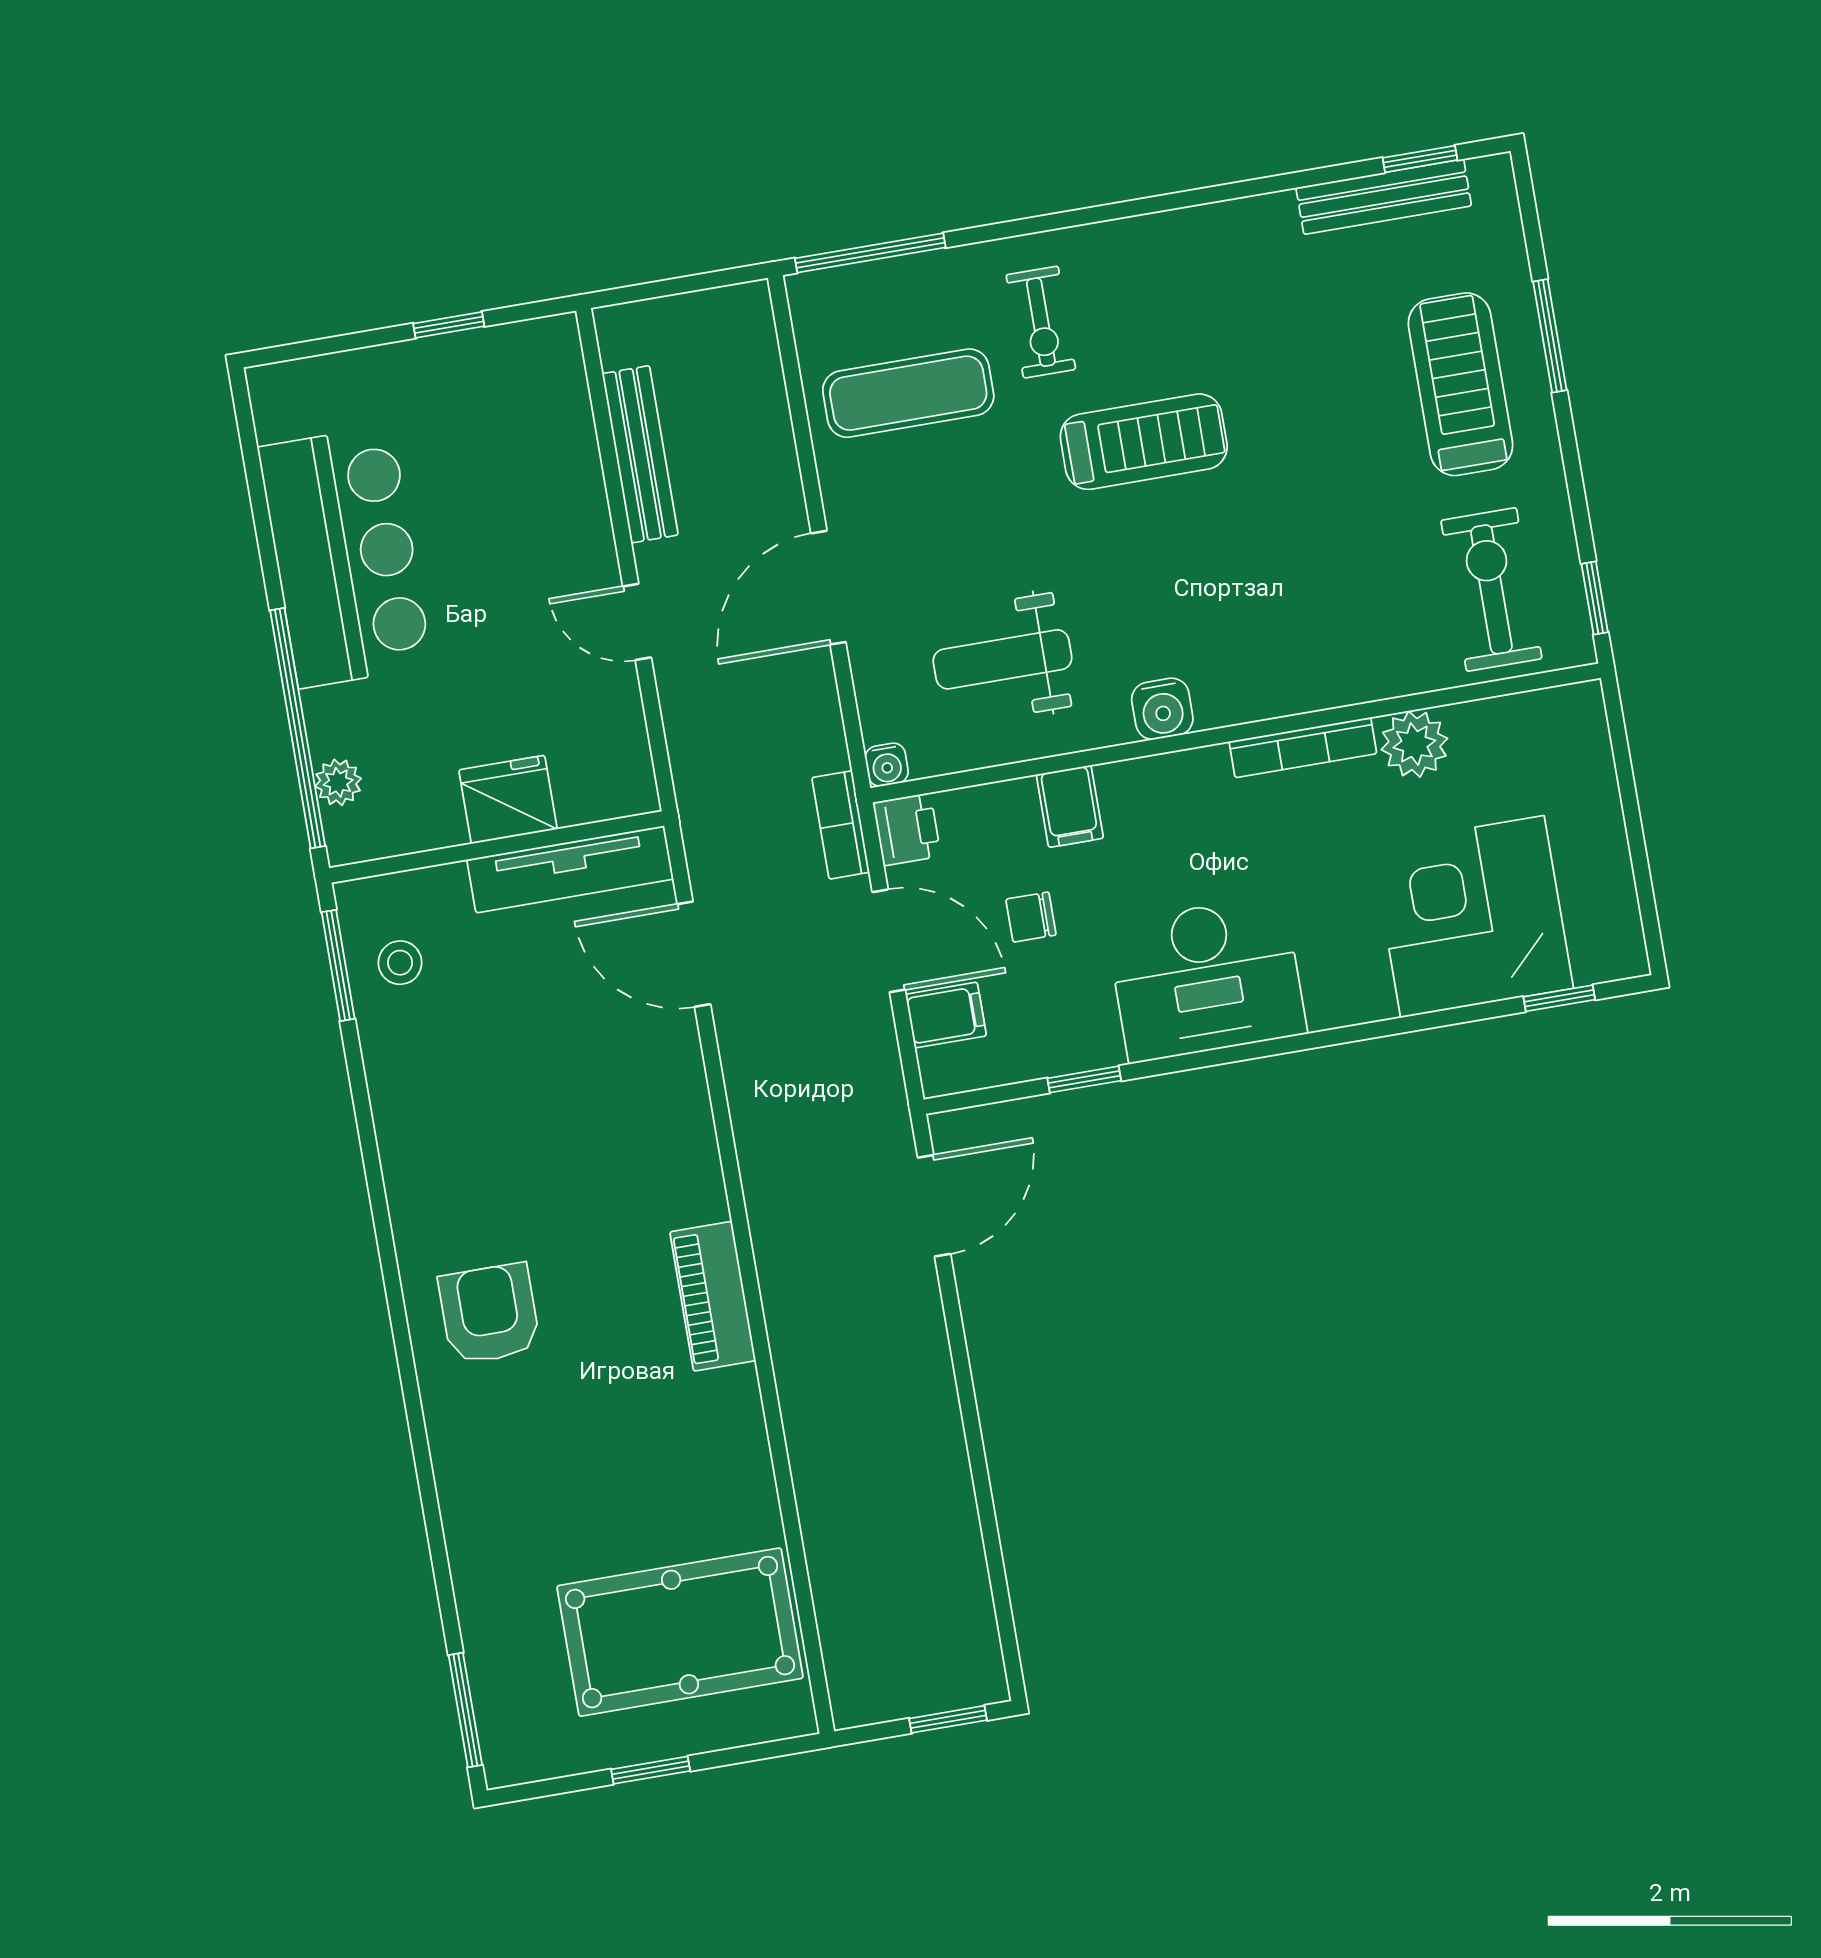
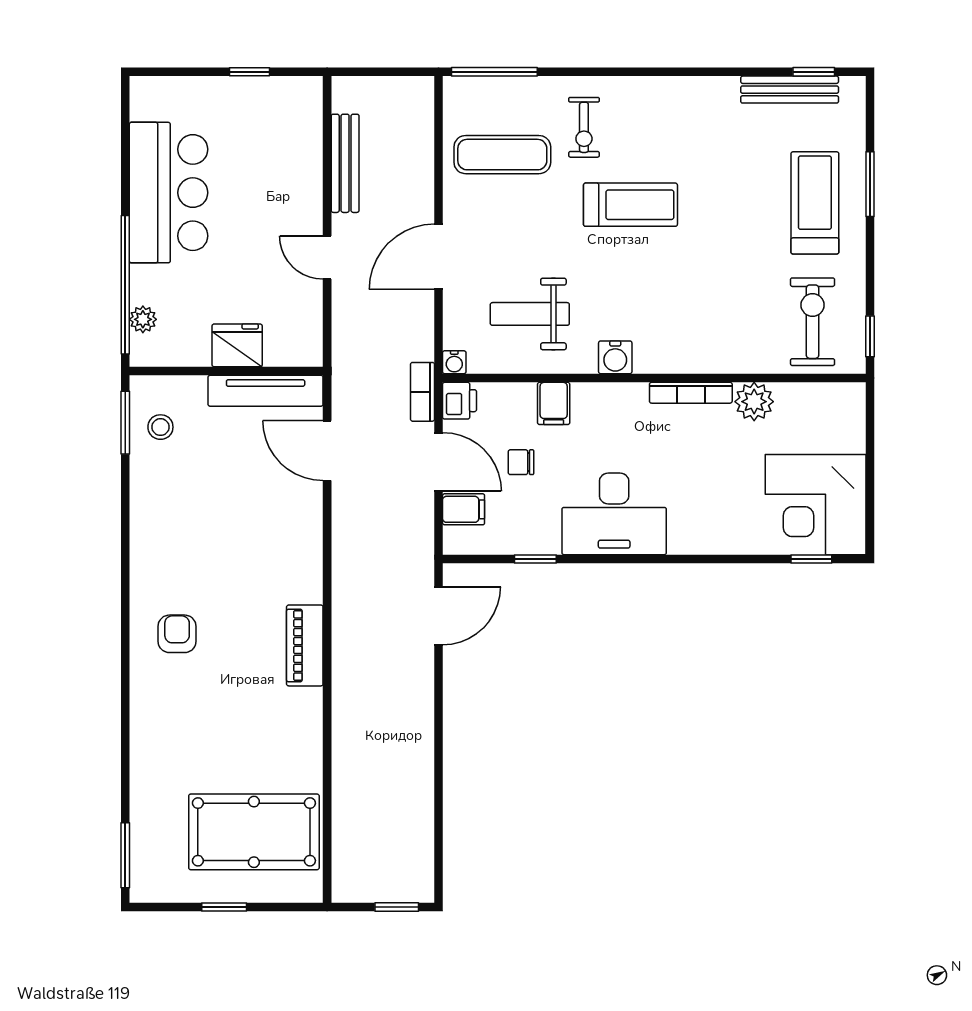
corner desk: (1472, 917) -> (816, 505), moved, turned -90
armchair: (489, 1314) -> (177, 634), width x0.72, depth x0.72

